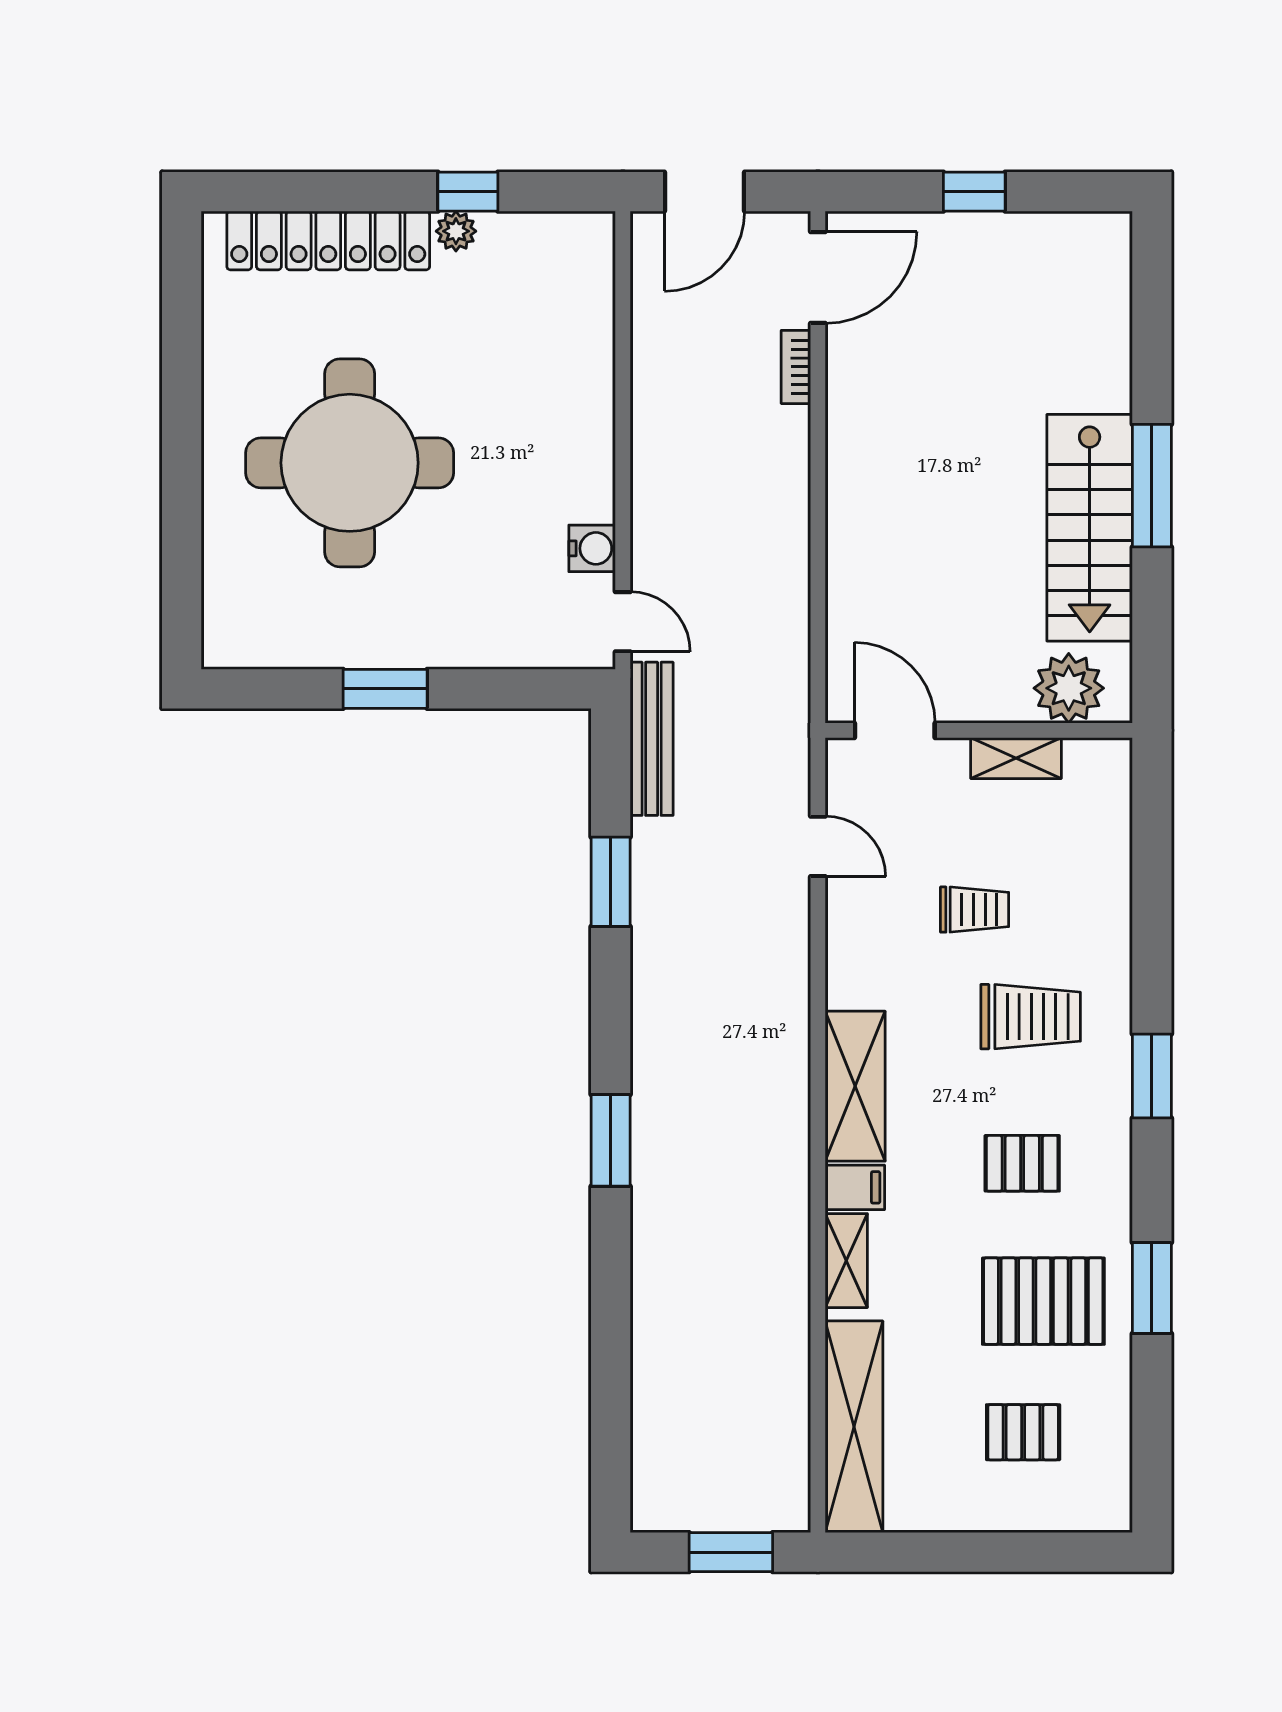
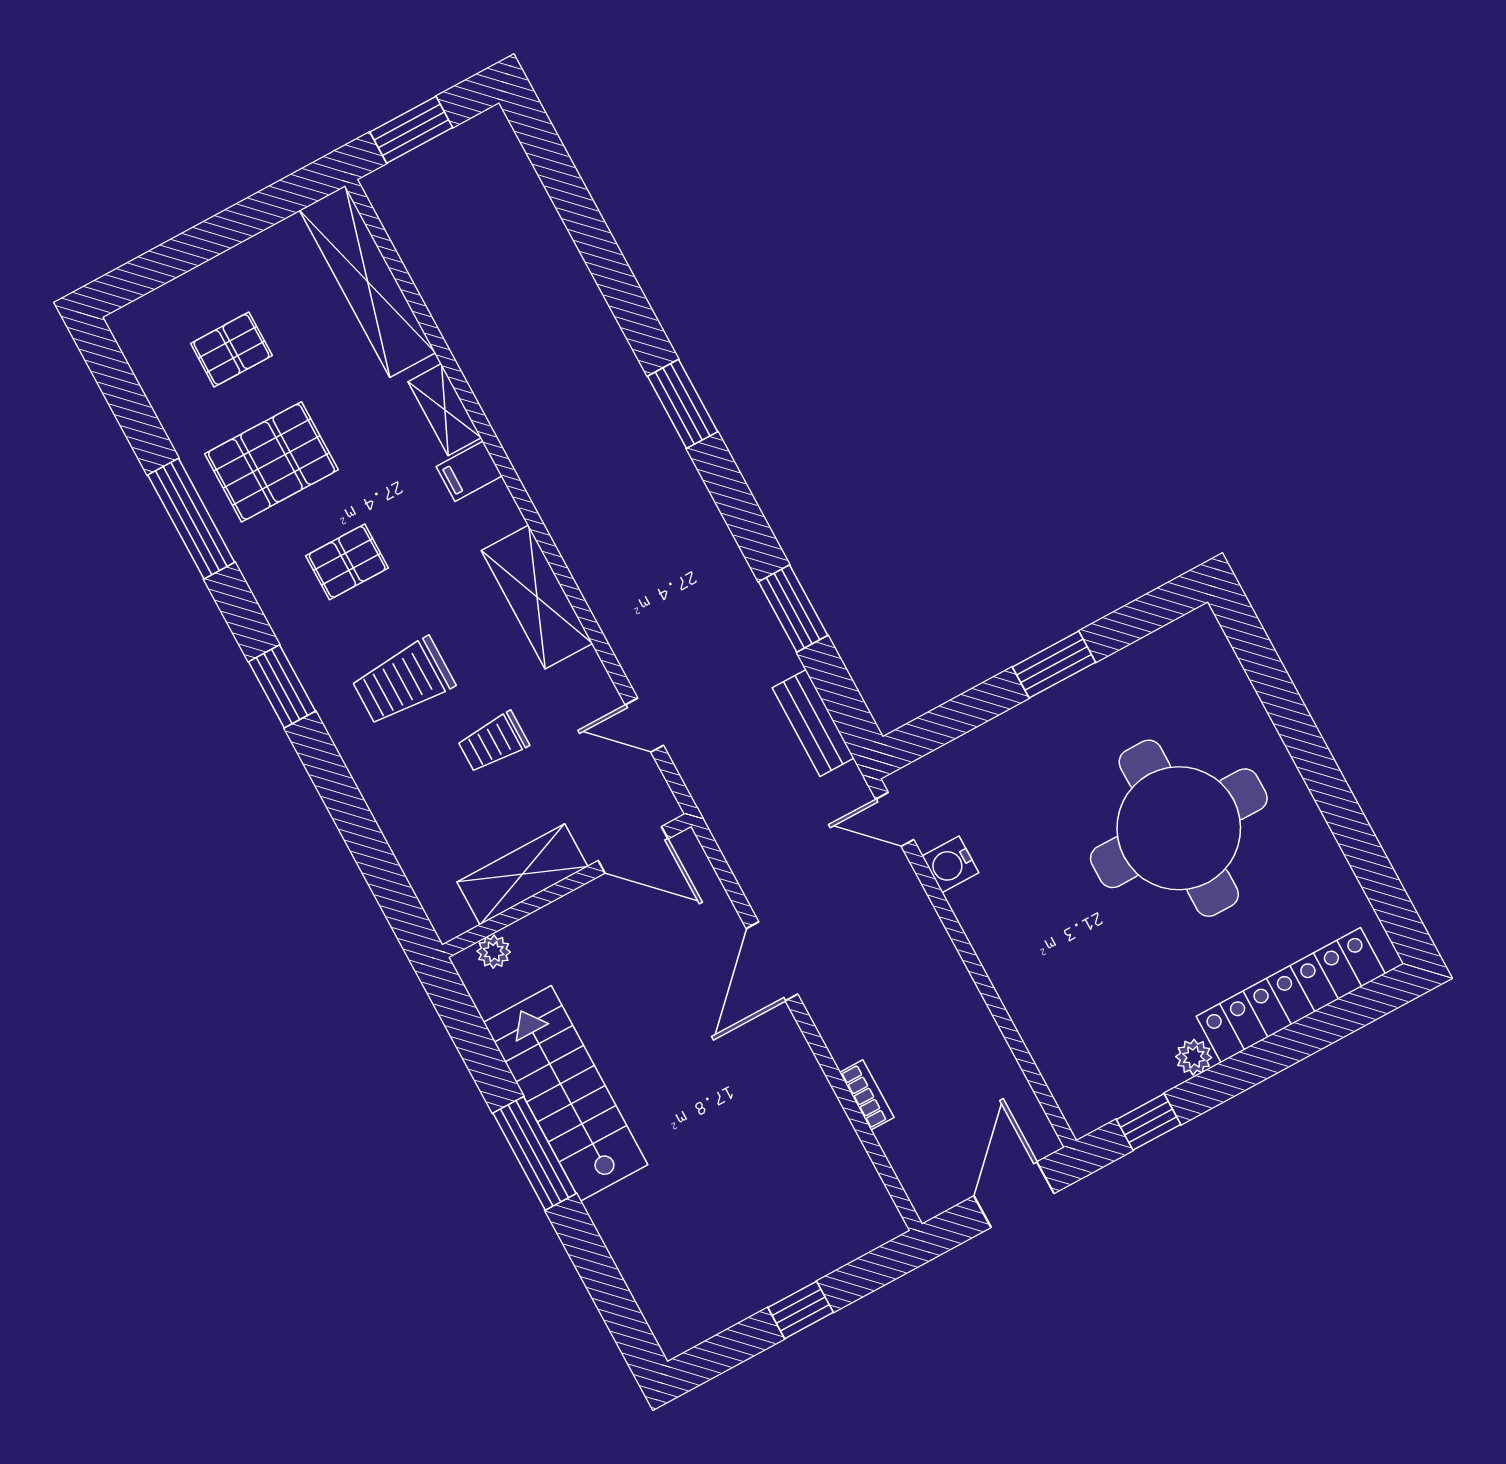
window: (468, 192) -> (1148, 1122), moved
door: (818, 278) -> (772, 961), moved
plant: (1069, 688) -> (494, 952), width x0.53, depth x0.53
bench: (652, 739) -> (813, 723), width x0.73
shelving: (1016, 758) -> (522, 874), width x1.50, depth x1.33
shelving: (855, 1086) -> (537, 597), moved
window: (1152, 1288) -> (191, 519), width x1.44

